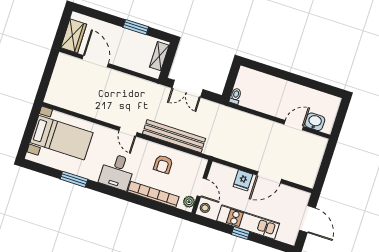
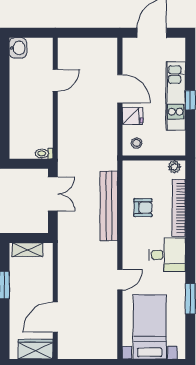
double door: (187, 89) -> (53, 194), moved
washbasin: (315, 122) -> (18, 48), moved, turned 180
door: (294, 125) -> (55, 80), swing flipped
door: (128, 132) -> (120, 280), moved
door: (202, 187) -> (154, 158), removed
stool: (205, 208) -> (136, 143), moved

